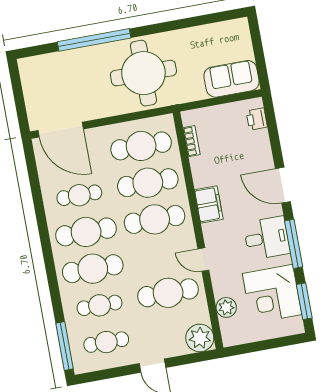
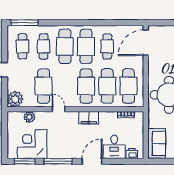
desk: (267, 238) -> (114, 147), moved
door: (203, 260) -> (59, 109), hinge flipped

